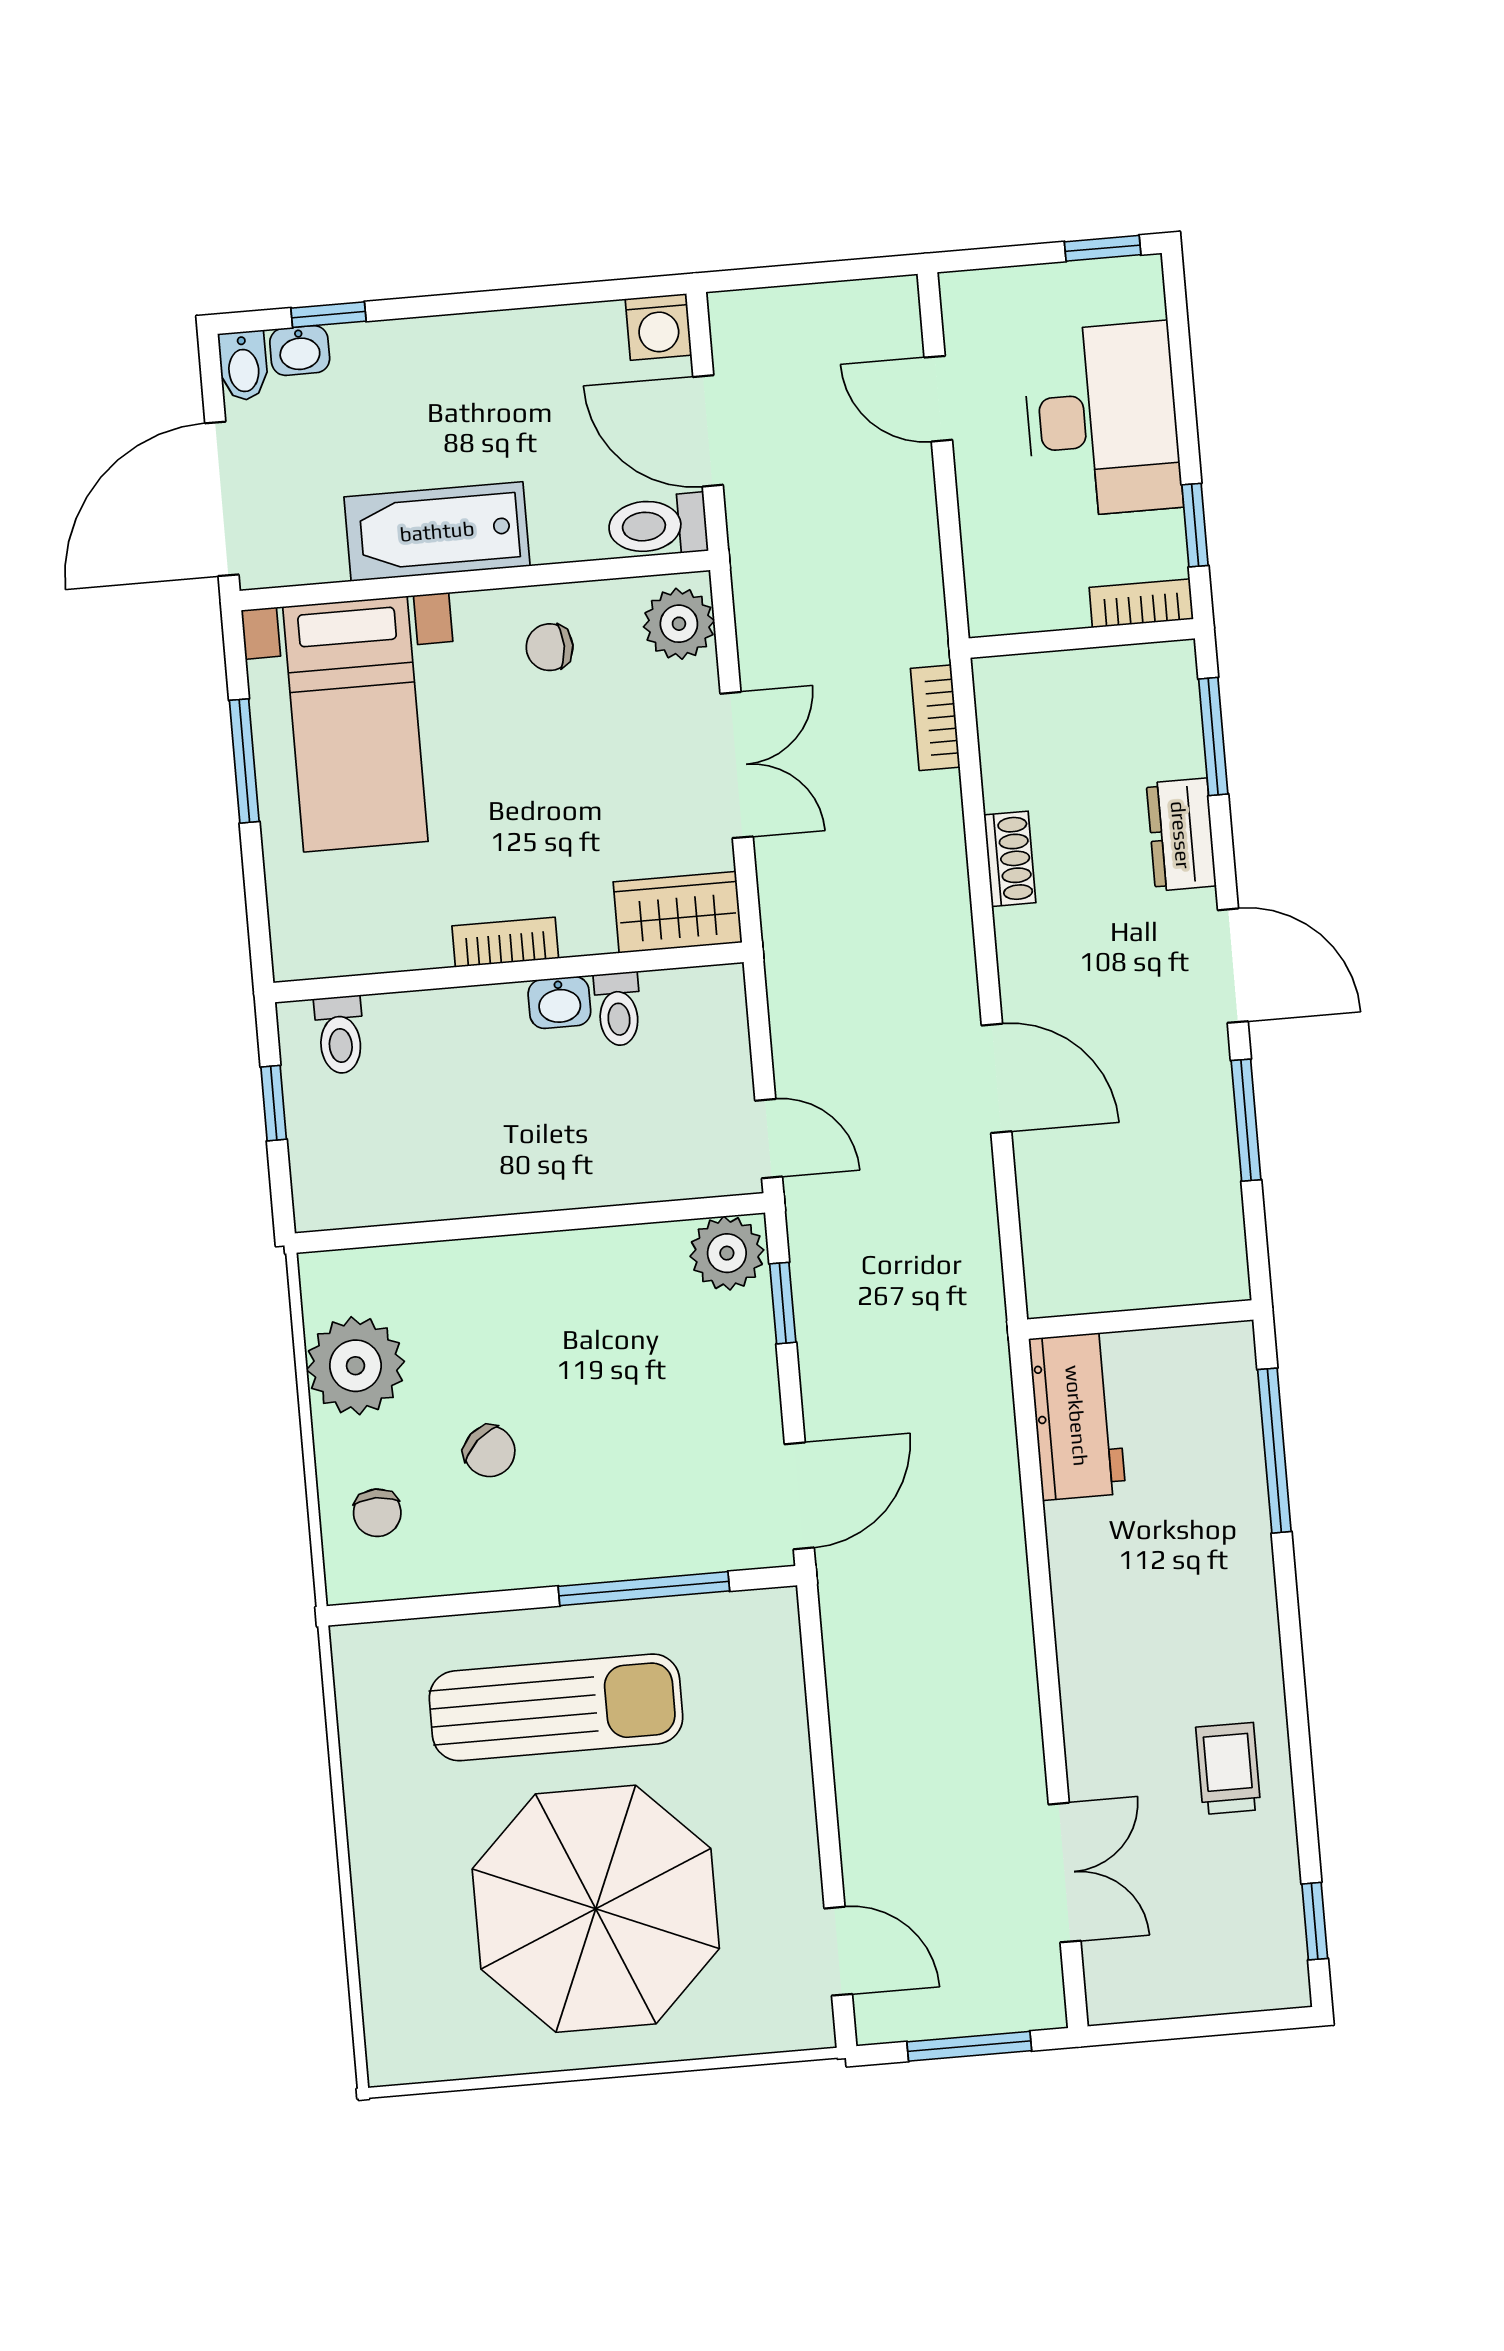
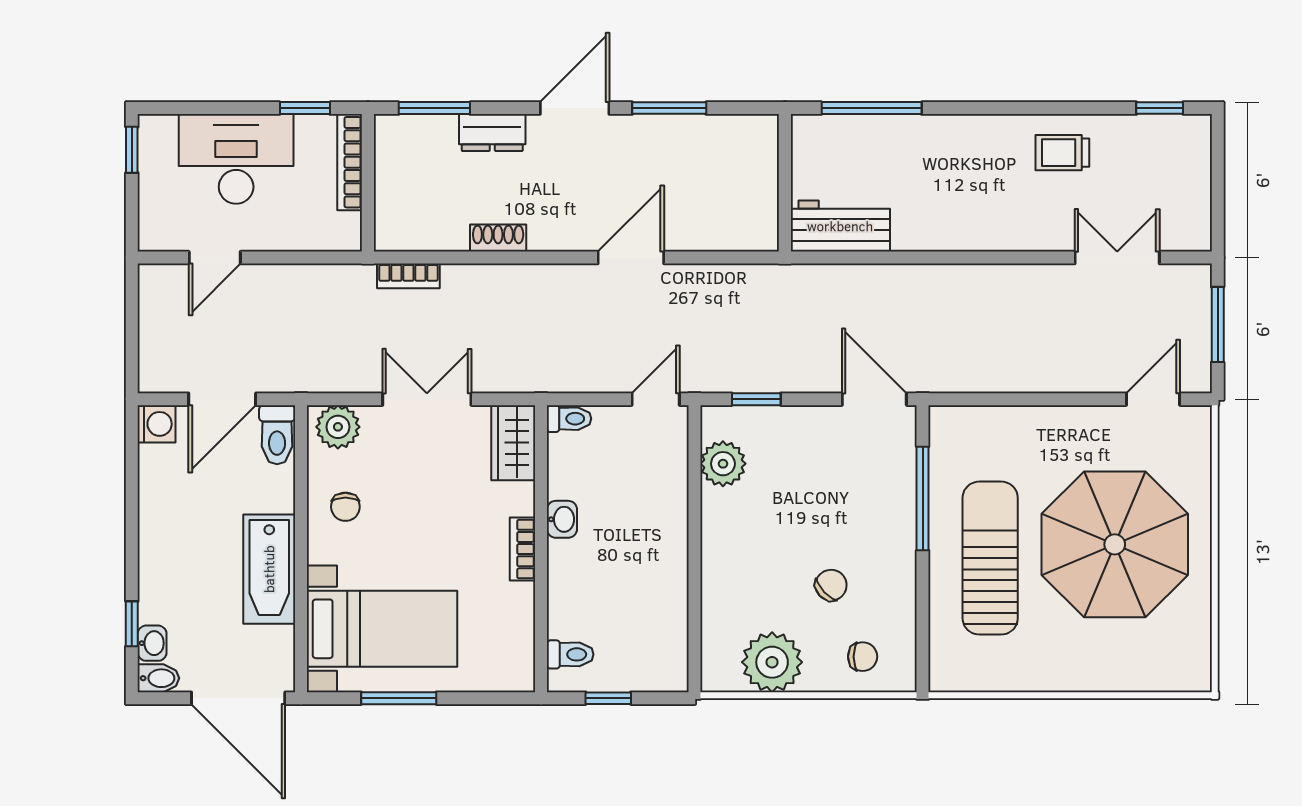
bookcase: (1141, 603) -> (350, 162), width x1.56
toilet: (618, 1009) -> (569, 419), moved
plant: (727, 1253) -> (723, 464), moved

